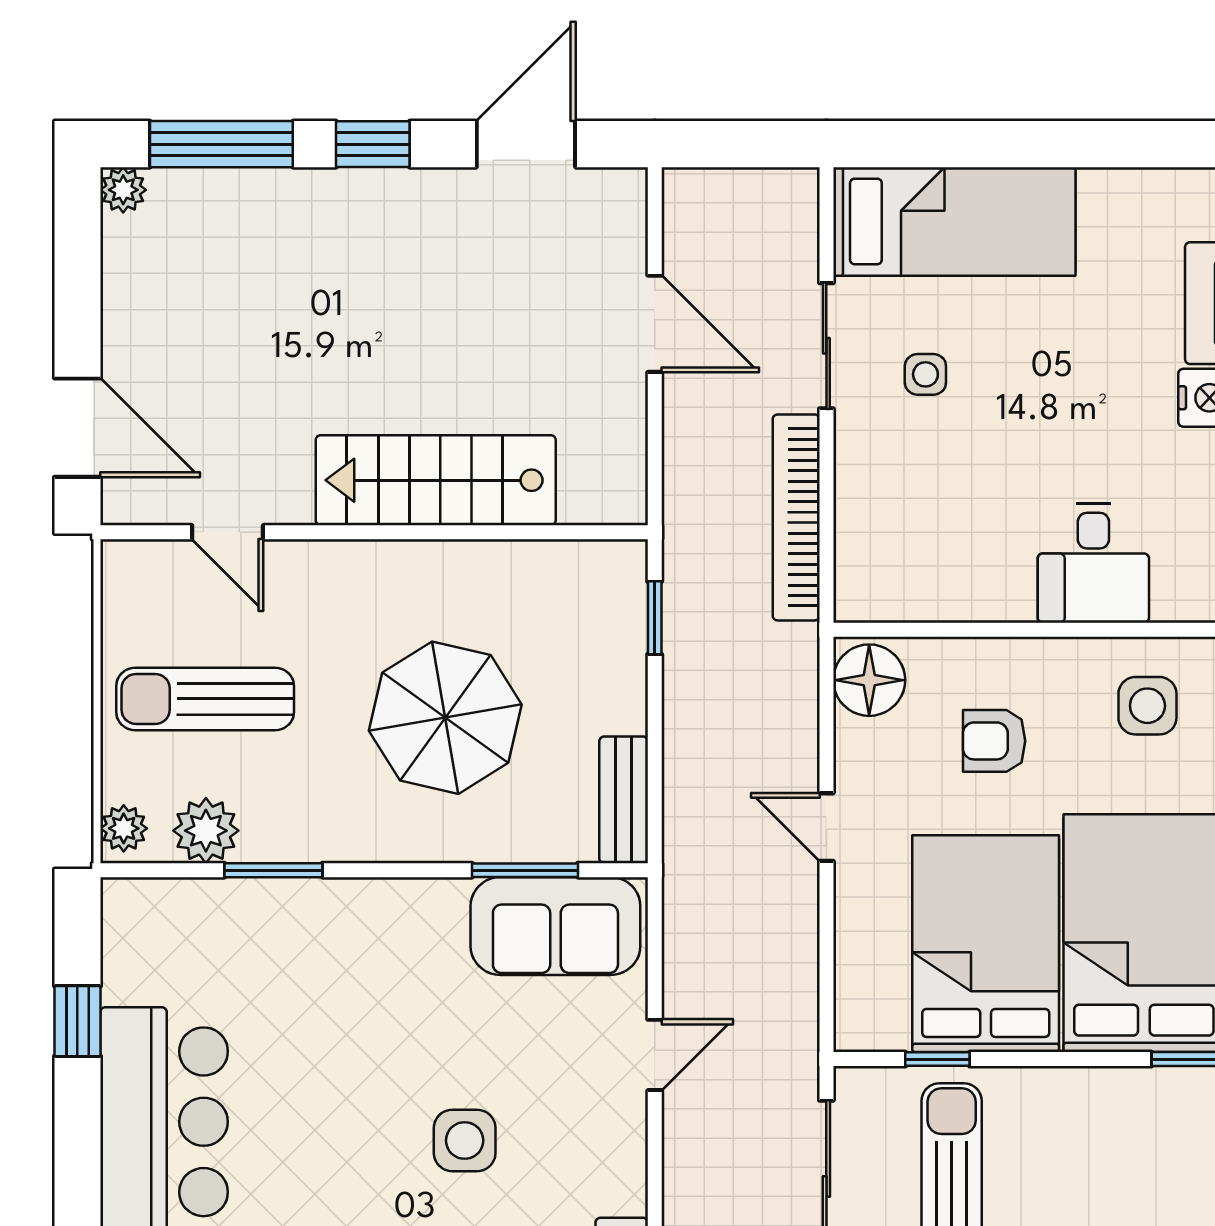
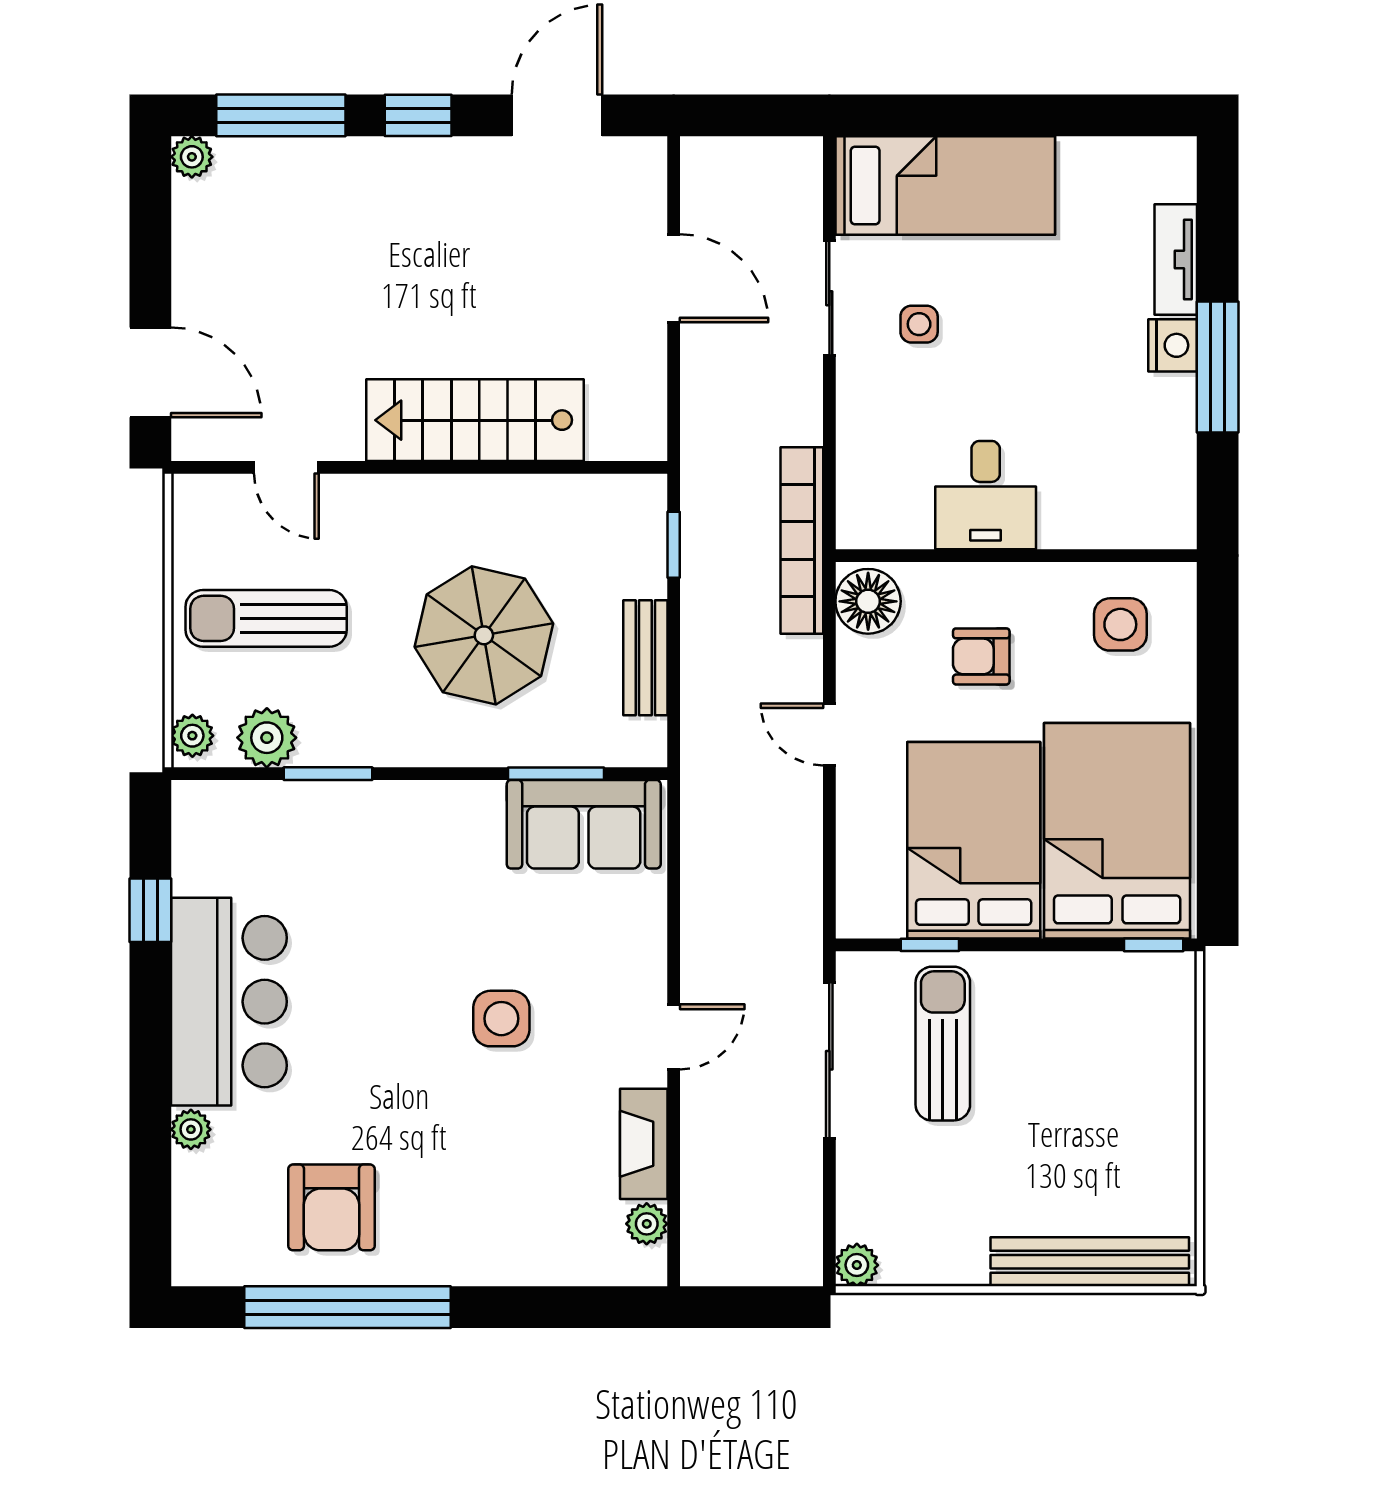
bookcase: (796, 517) -> (802, 541), moved
desk: (1093, 563) -> (986, 495), moved
bench: (624, 800) -> (645, 658), moved
door: (655, 1055) -> (674, 1037), moved

